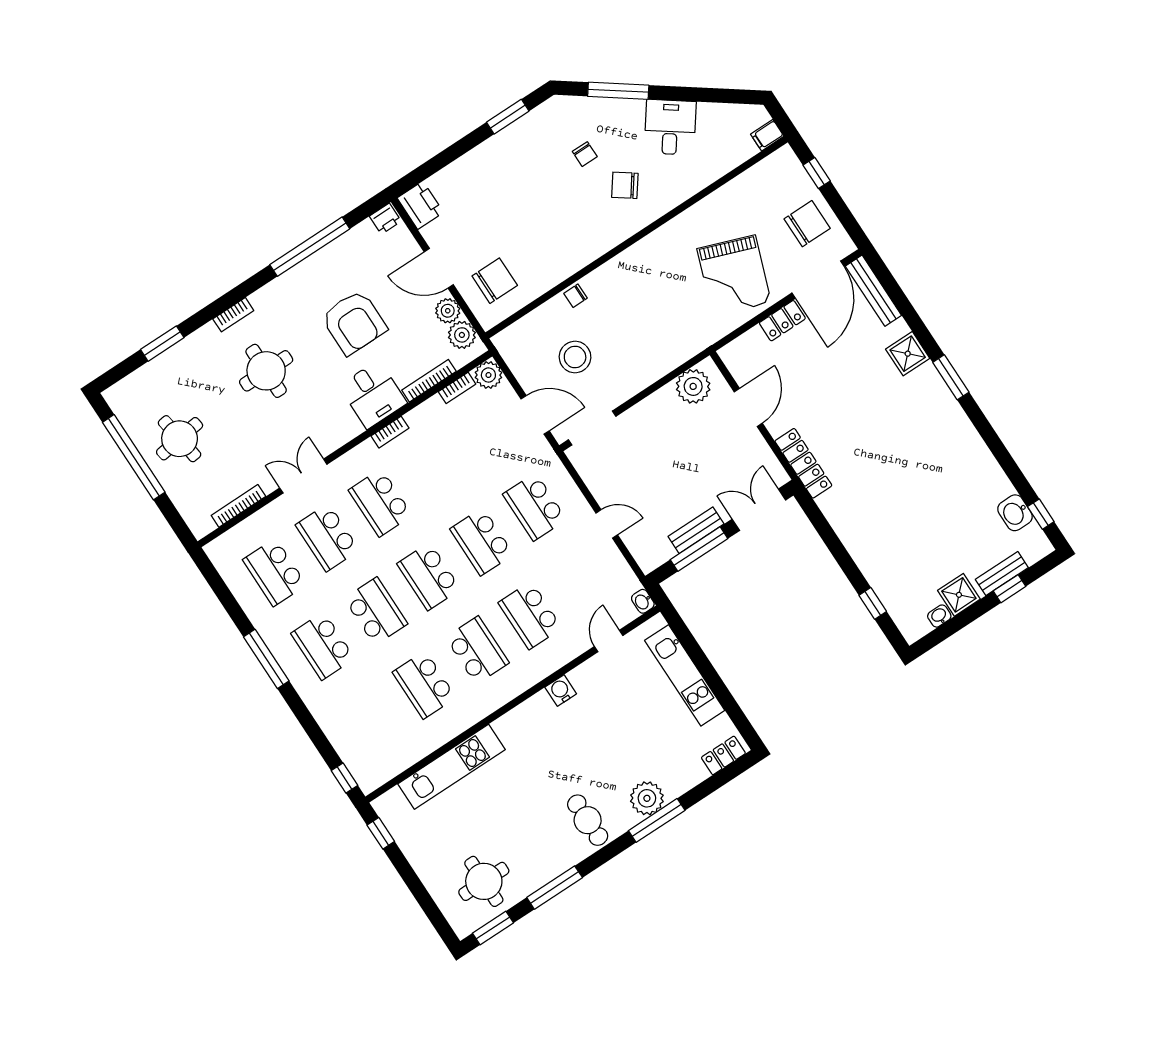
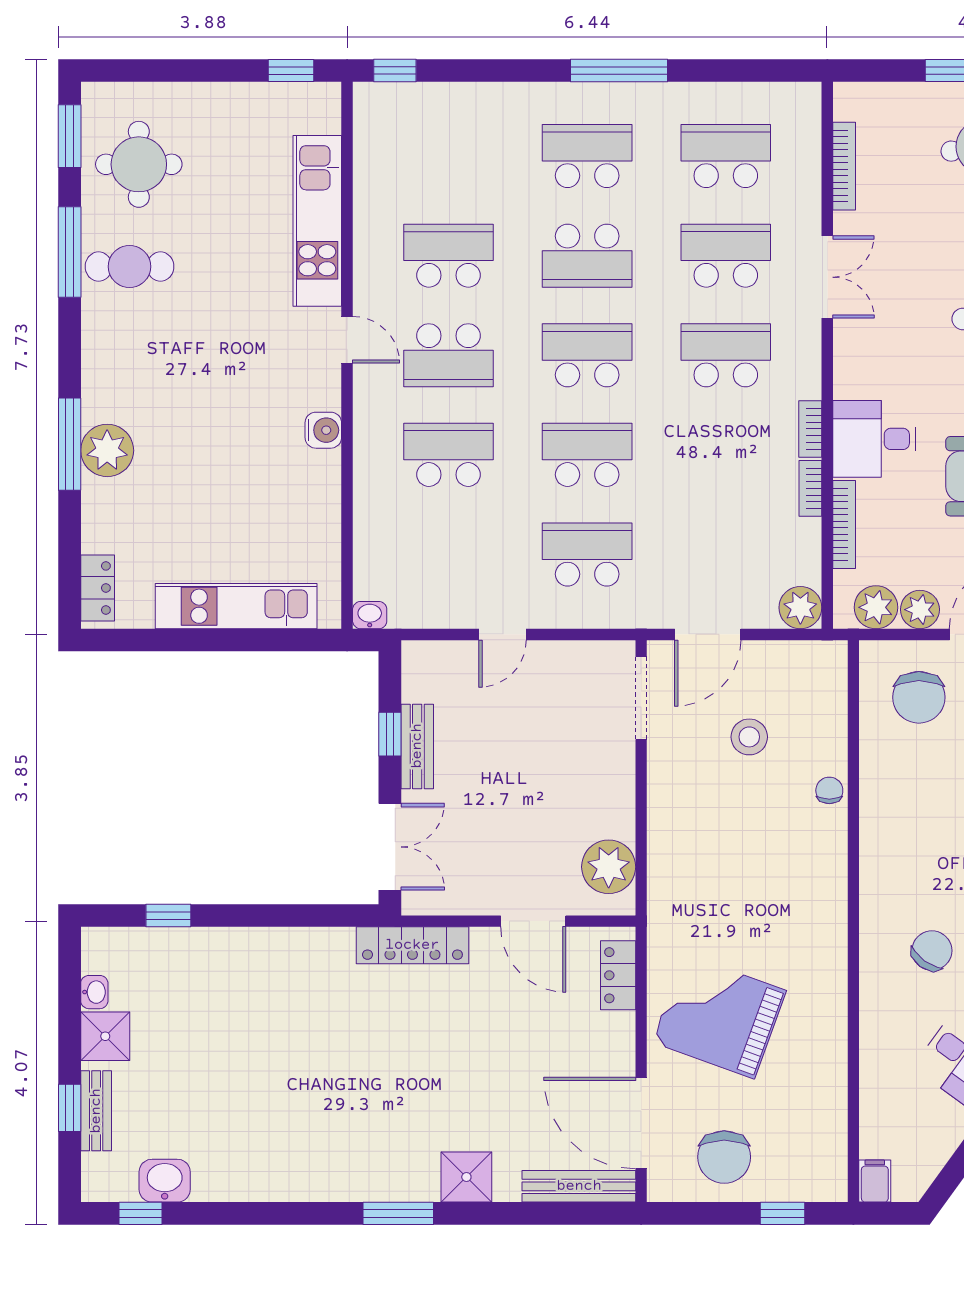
locker: (782, 321) -> (618, 975), moved
stool: (575, 357) -> (749, 737), width x0.73, depth x0.73
bookcase: (457, 388) -> (810, 488), moved
window: (699, 549) -> (390, 734), width x0.46
door: (609, 641) -> (347, 340), moved
cafe table: (588, 820) -> (130, 267), moved

